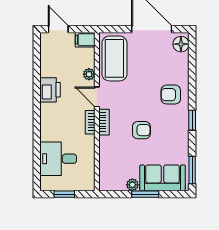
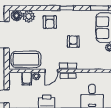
filing cabinet: (85, 40) -> (27, 79), moved
plant: (180, 63) -> (29, 16), added

